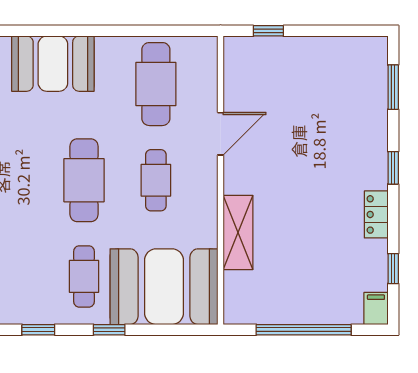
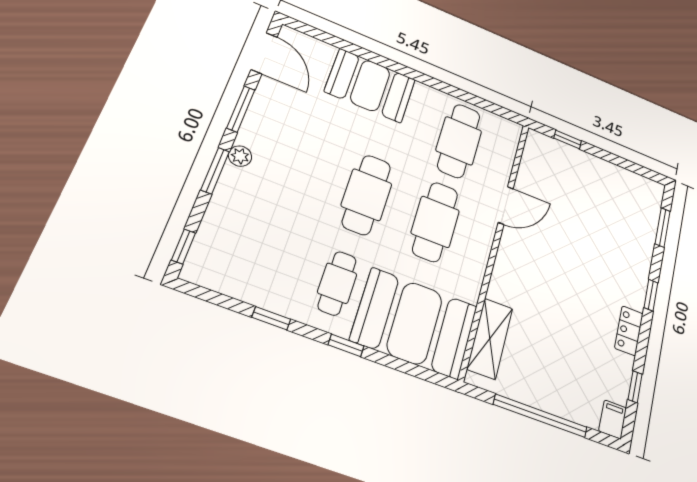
cafe table: (156, 180) -> (435, 222), width x1.37, depth x1.35
shelving: (238, 232) -> (490, 339), moved

